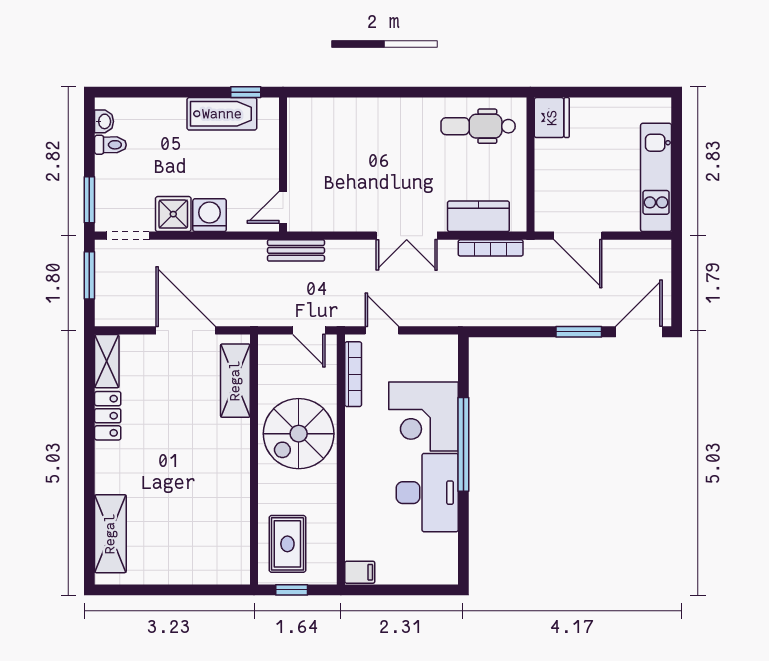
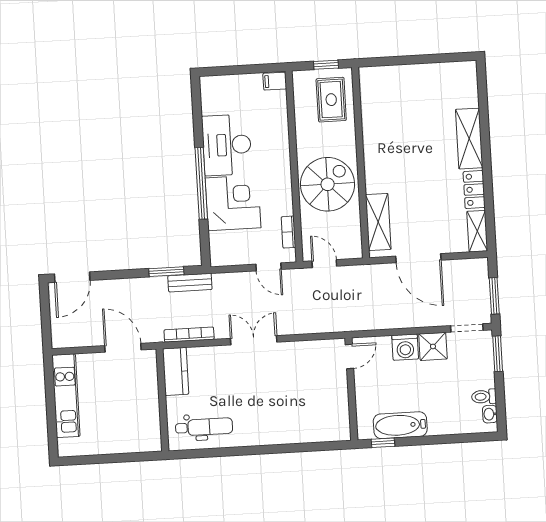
fridge: (552, 118) -> (148, 437), removed
kitchen counter: (478, 216) -> (176, 371), moved, turned -90
bench: (296, 250) -> (190, 283), moved
window: (579, 332) -> (166, 272), moved
bookcase: (353, 374) -> (289, 232), width x0.64
shelving: (110, 534) -> (469, 139), moved

